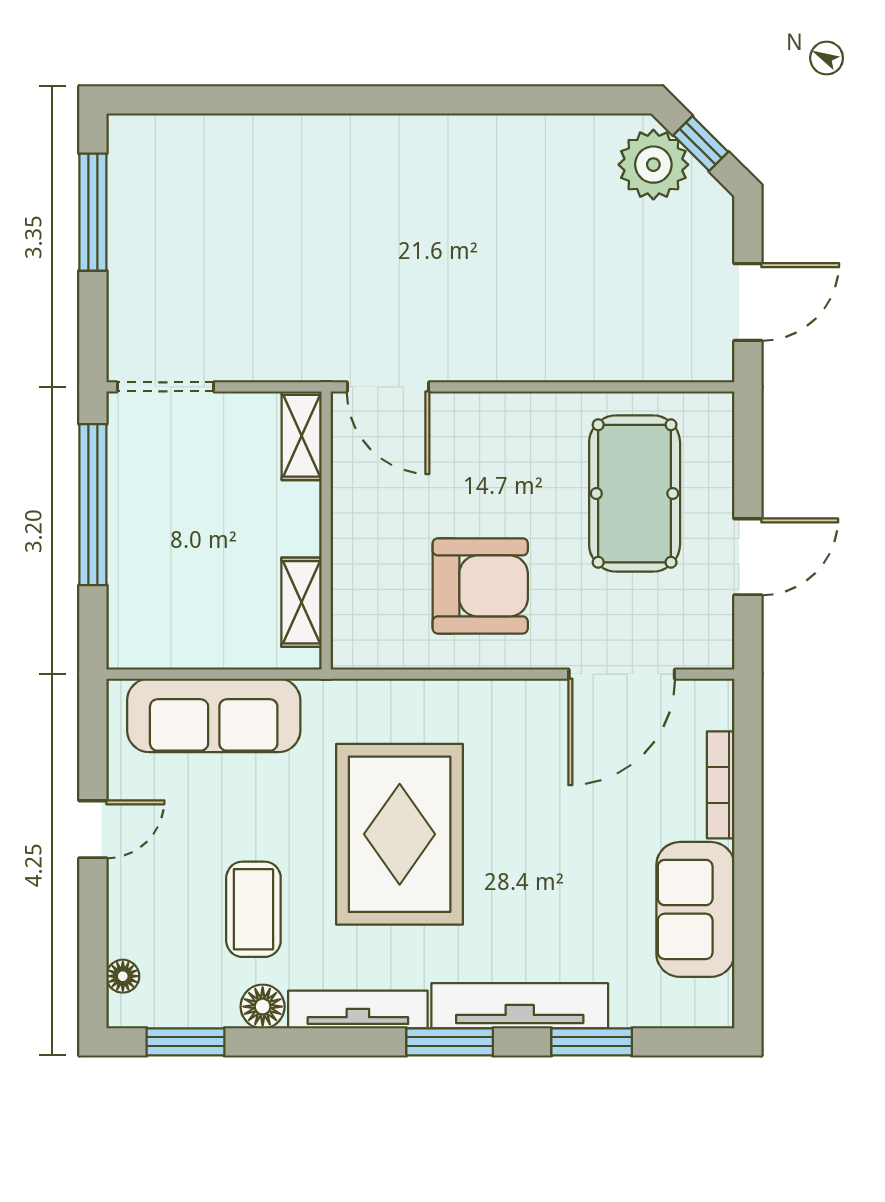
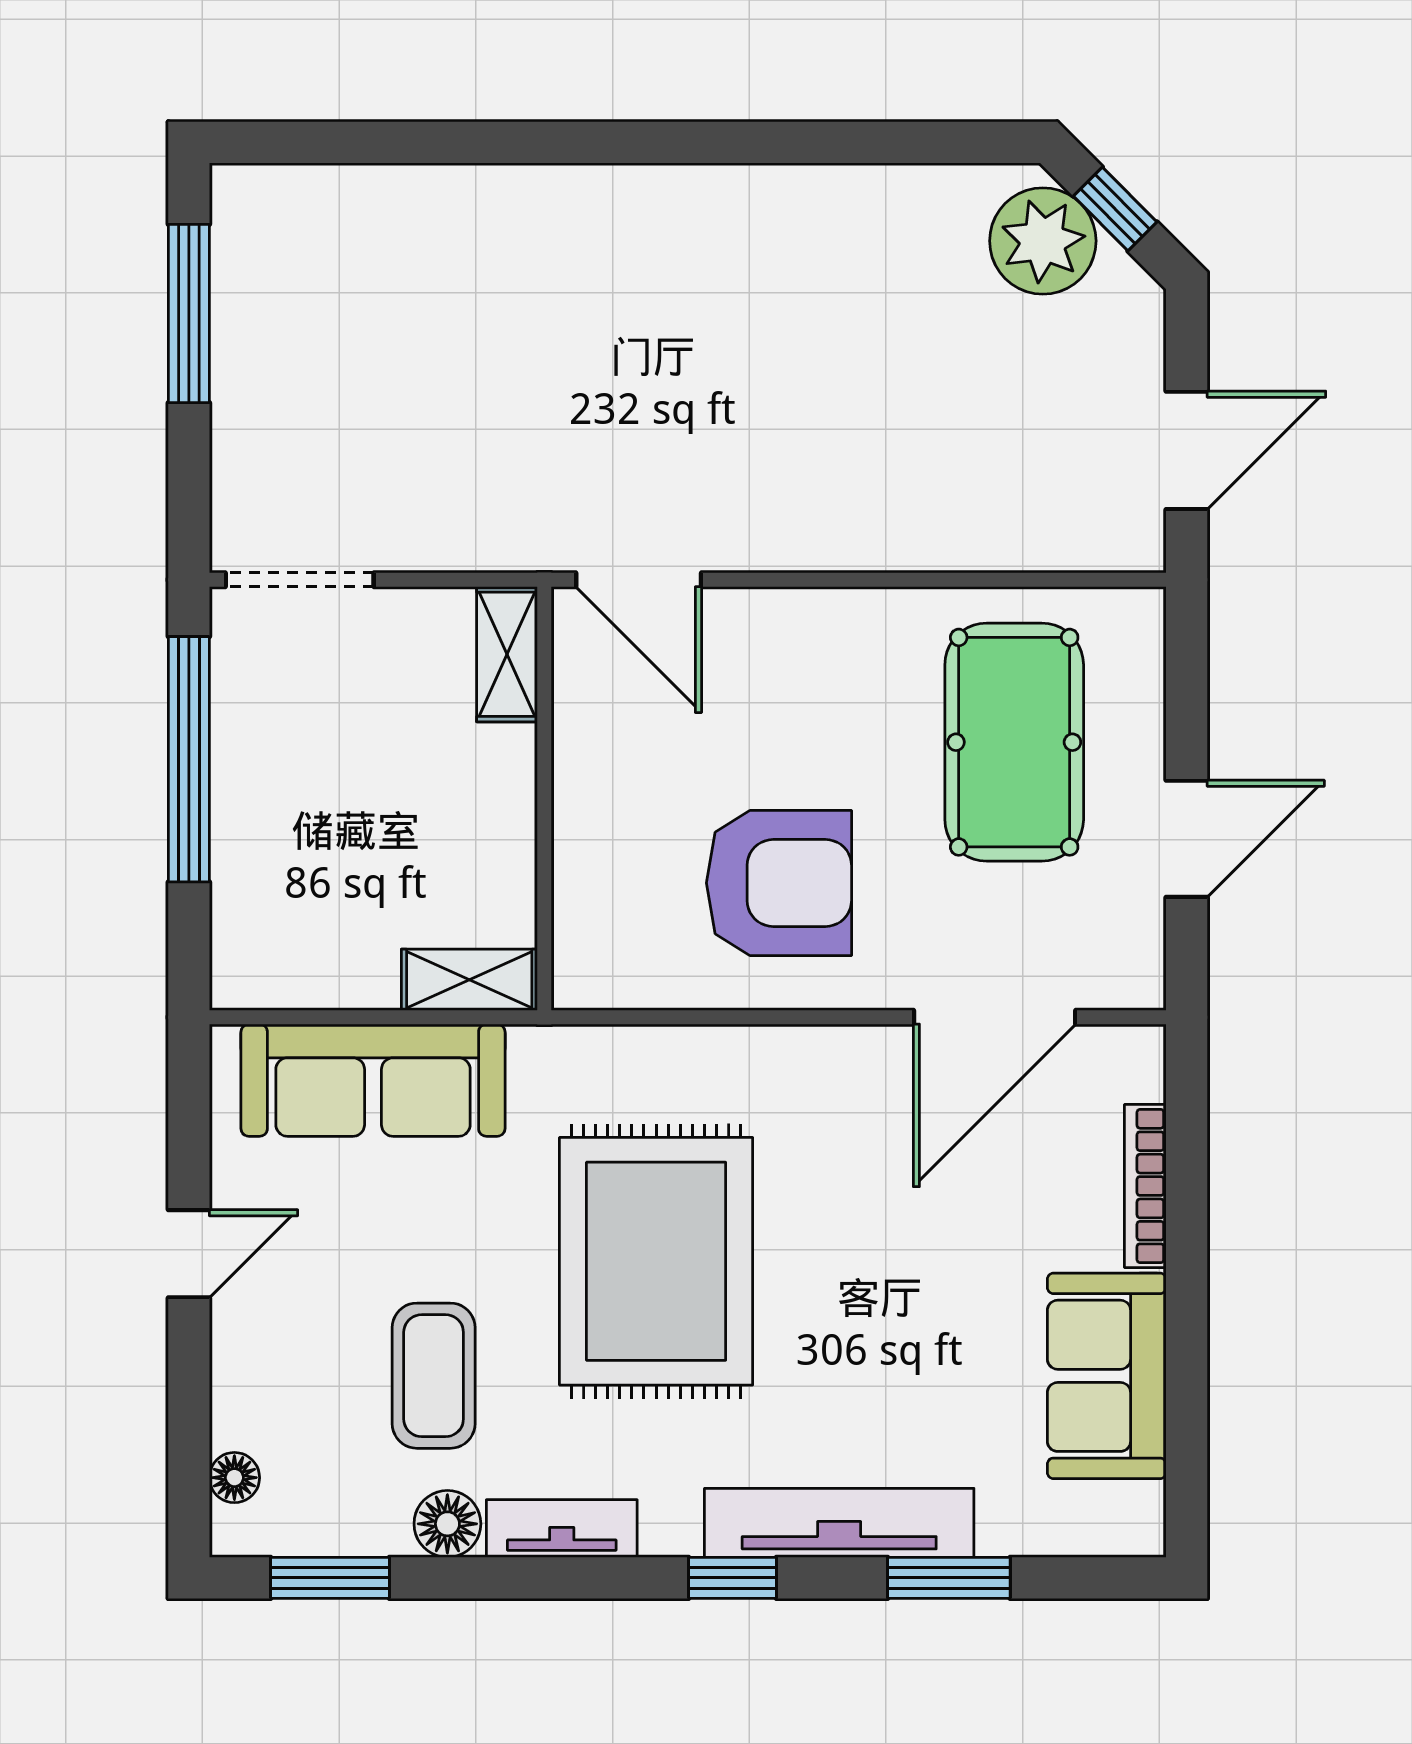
shelving: (302, 602) -> (469, 980), moved, turned 90
tv unit: (358, 1010) -> (562, 1528), width x0.71
window: (450, 1042) -> (733, 1578), width x0.67

